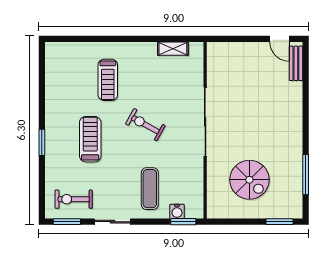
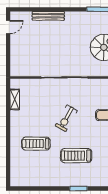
bench: (296, 63) -> (48, 16), moved, width x1.36
treadmill: (108, 80) -> (36, 144), turned 180

